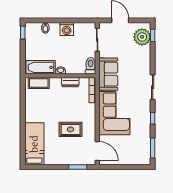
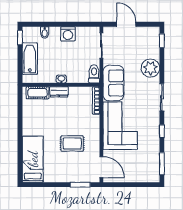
plant: (142, 37) -> (150, 68), moved
bathtub: (41, 67) -> (30, 59), moved, turned 90
dresser: (70, 82) -> (59, 92), moved

